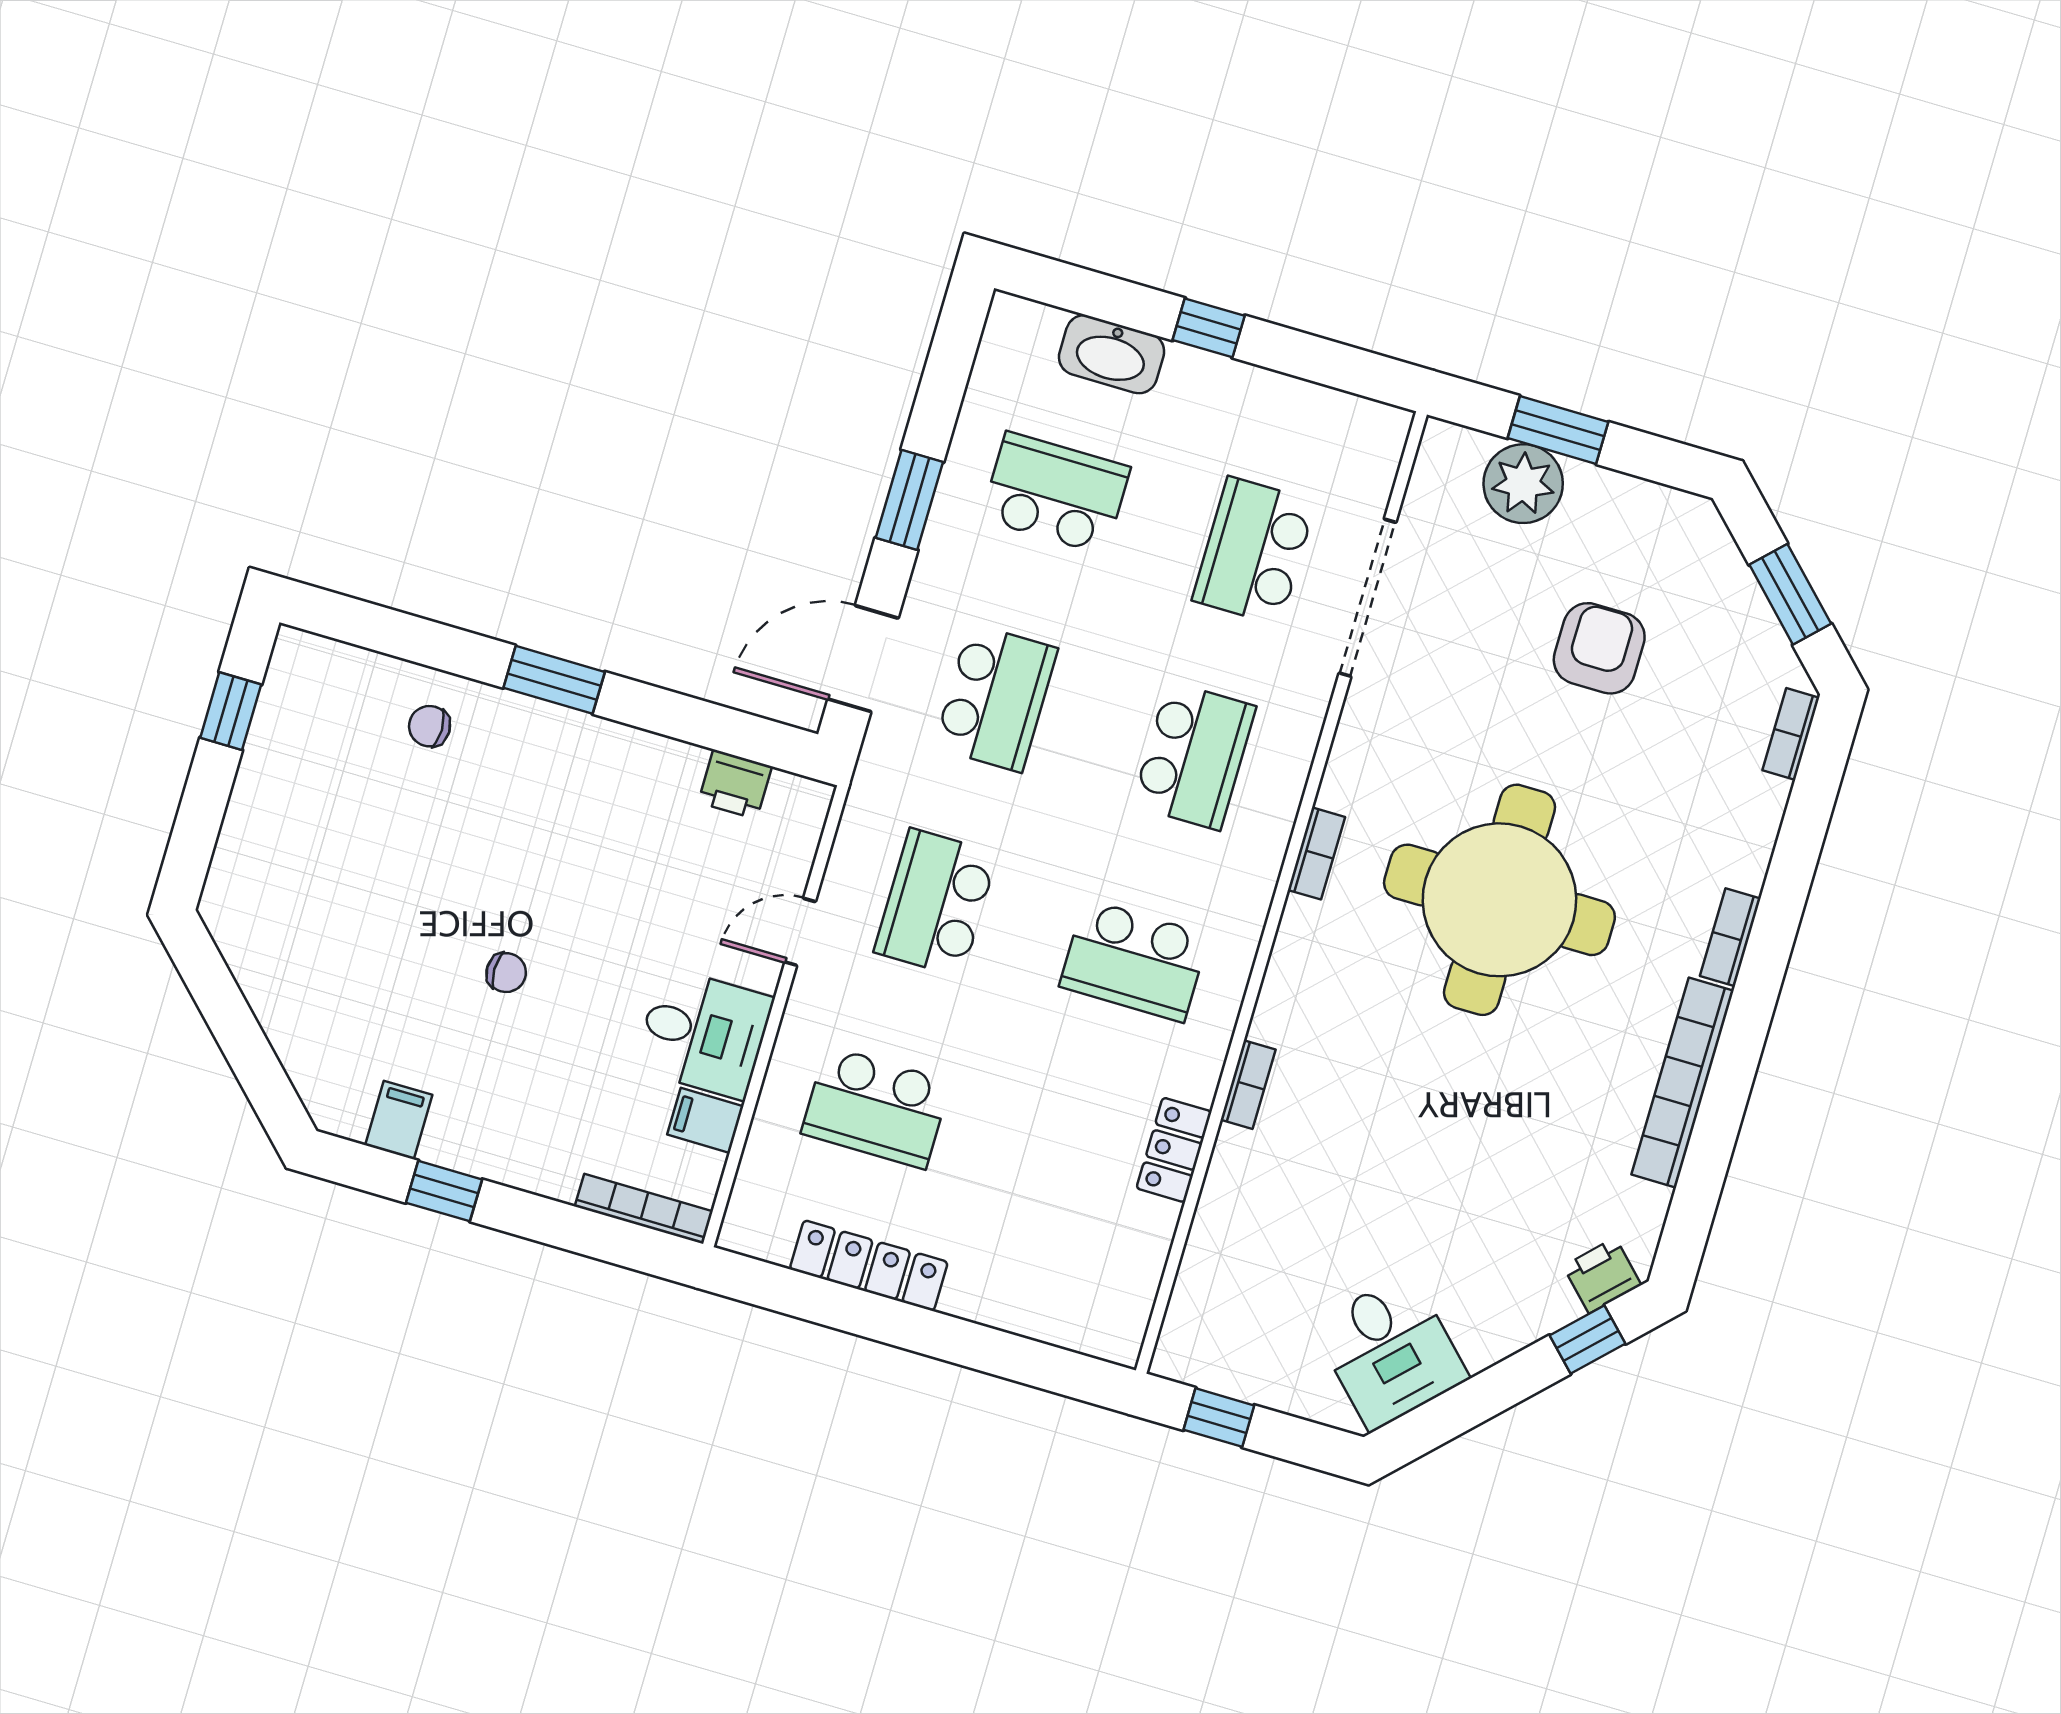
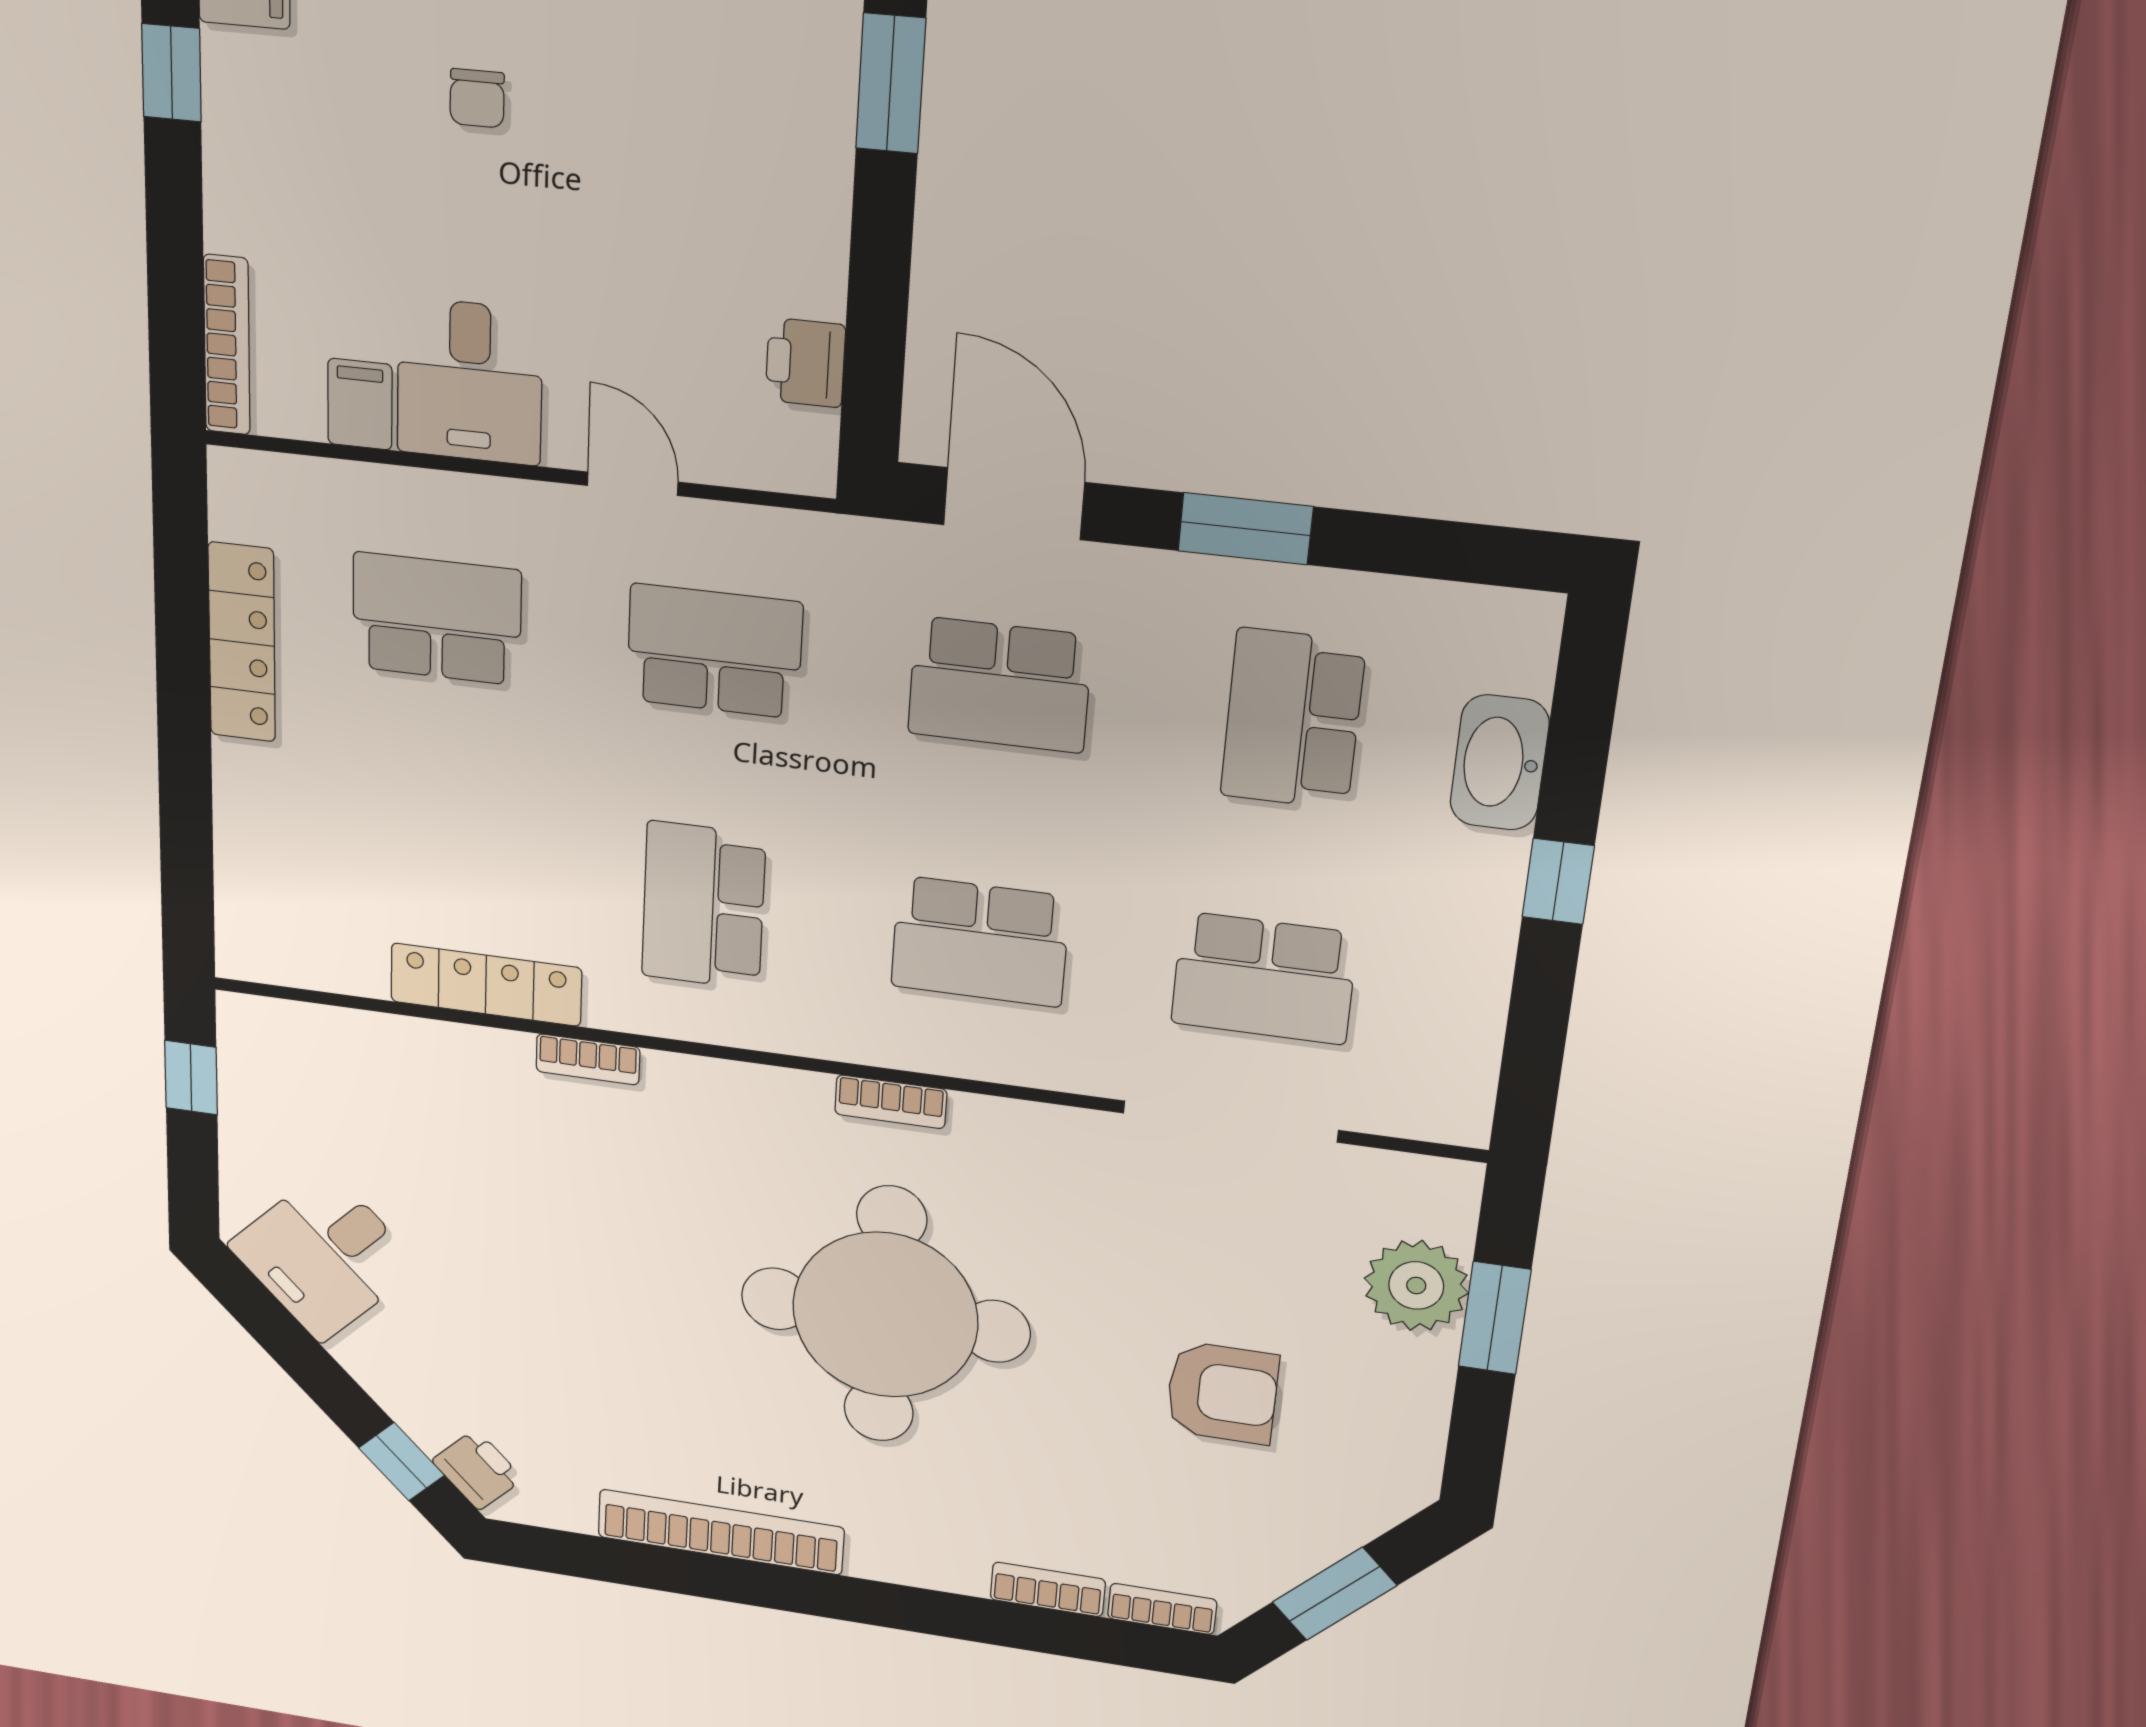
school desk: (1056, 493) -> (1293, 719), turned 180
school desk: (1254, 551) -> (1264, 978), turned 180
bookcase: (1730, 937) -> (1048, 1589), moved
school desk: (876, 1108) -> (437, 619), turned 90
locker: (1174, 1150) -> (486, 985), width x1.53

